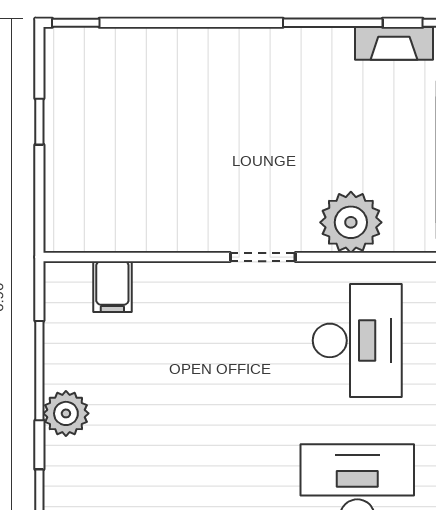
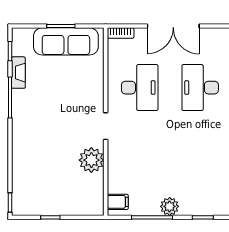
plant: (351, 222) -> (91, 160), moved
filing cabinet: (112, 287) -> (118, 202), moved
desk: (357, 340) -> (140, 88), turned 90

